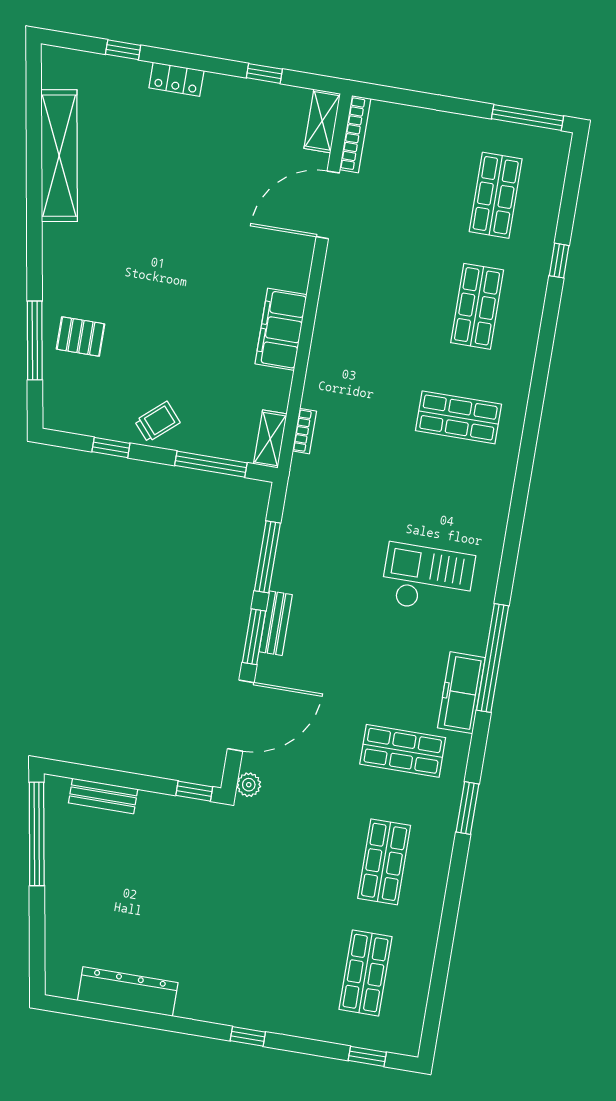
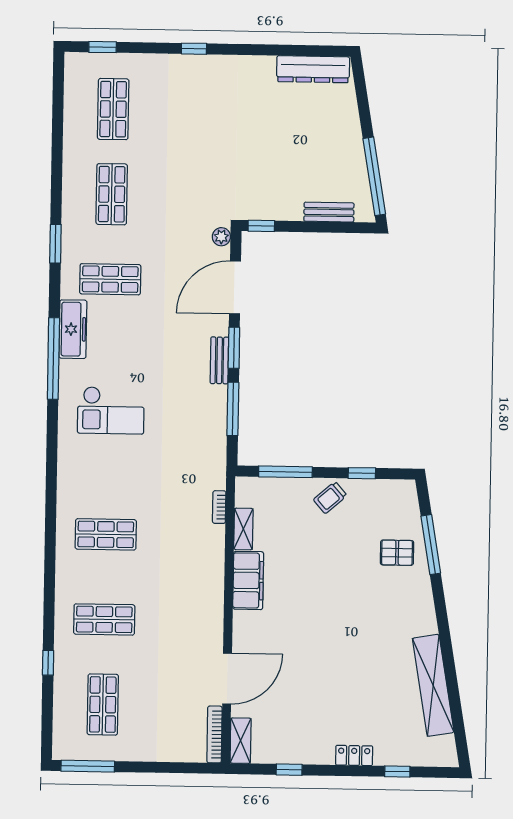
shop shelf: (477, 306) -> (104, 619), turned 90
shelving: (270, 439) -> (243, 529), moved
dresser: (128, 992) -> (313, 69), moved

